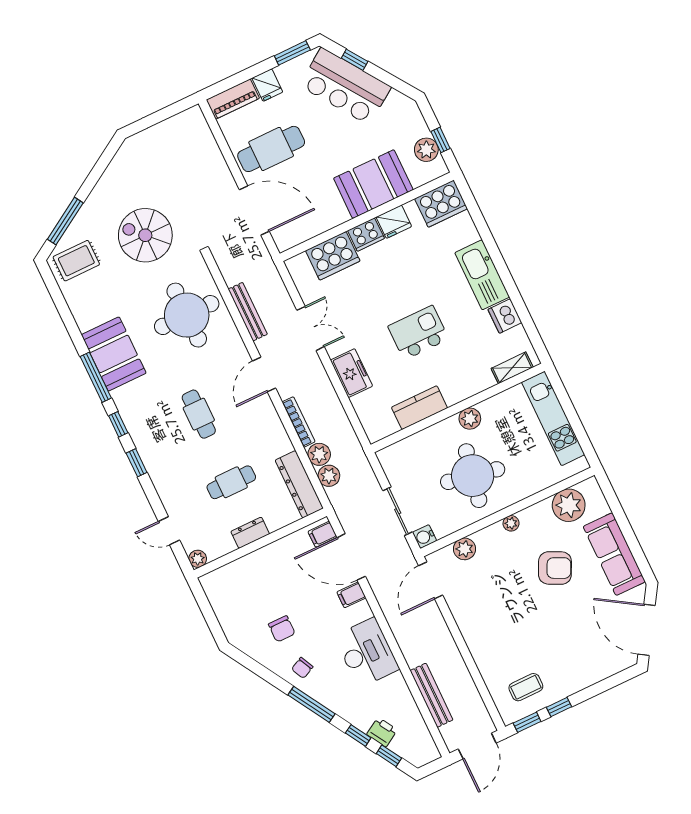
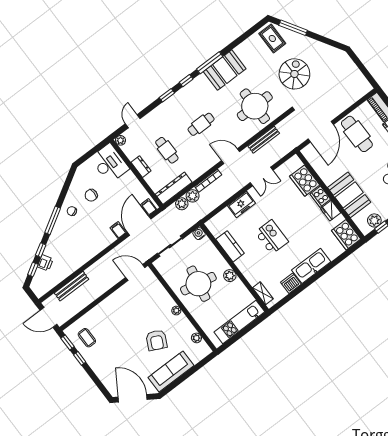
plant: (569, 505) -> (196, 338), width x0.53, depth x0.53
water cooler: (425, 537) -> (199, 234), moved
plant: (465, 549) -> (157, 288), removed
door: (647, 630) -> (133, 398), hinge flipped
desk: (367, 653) -> (109, 163), moved, turned -90

